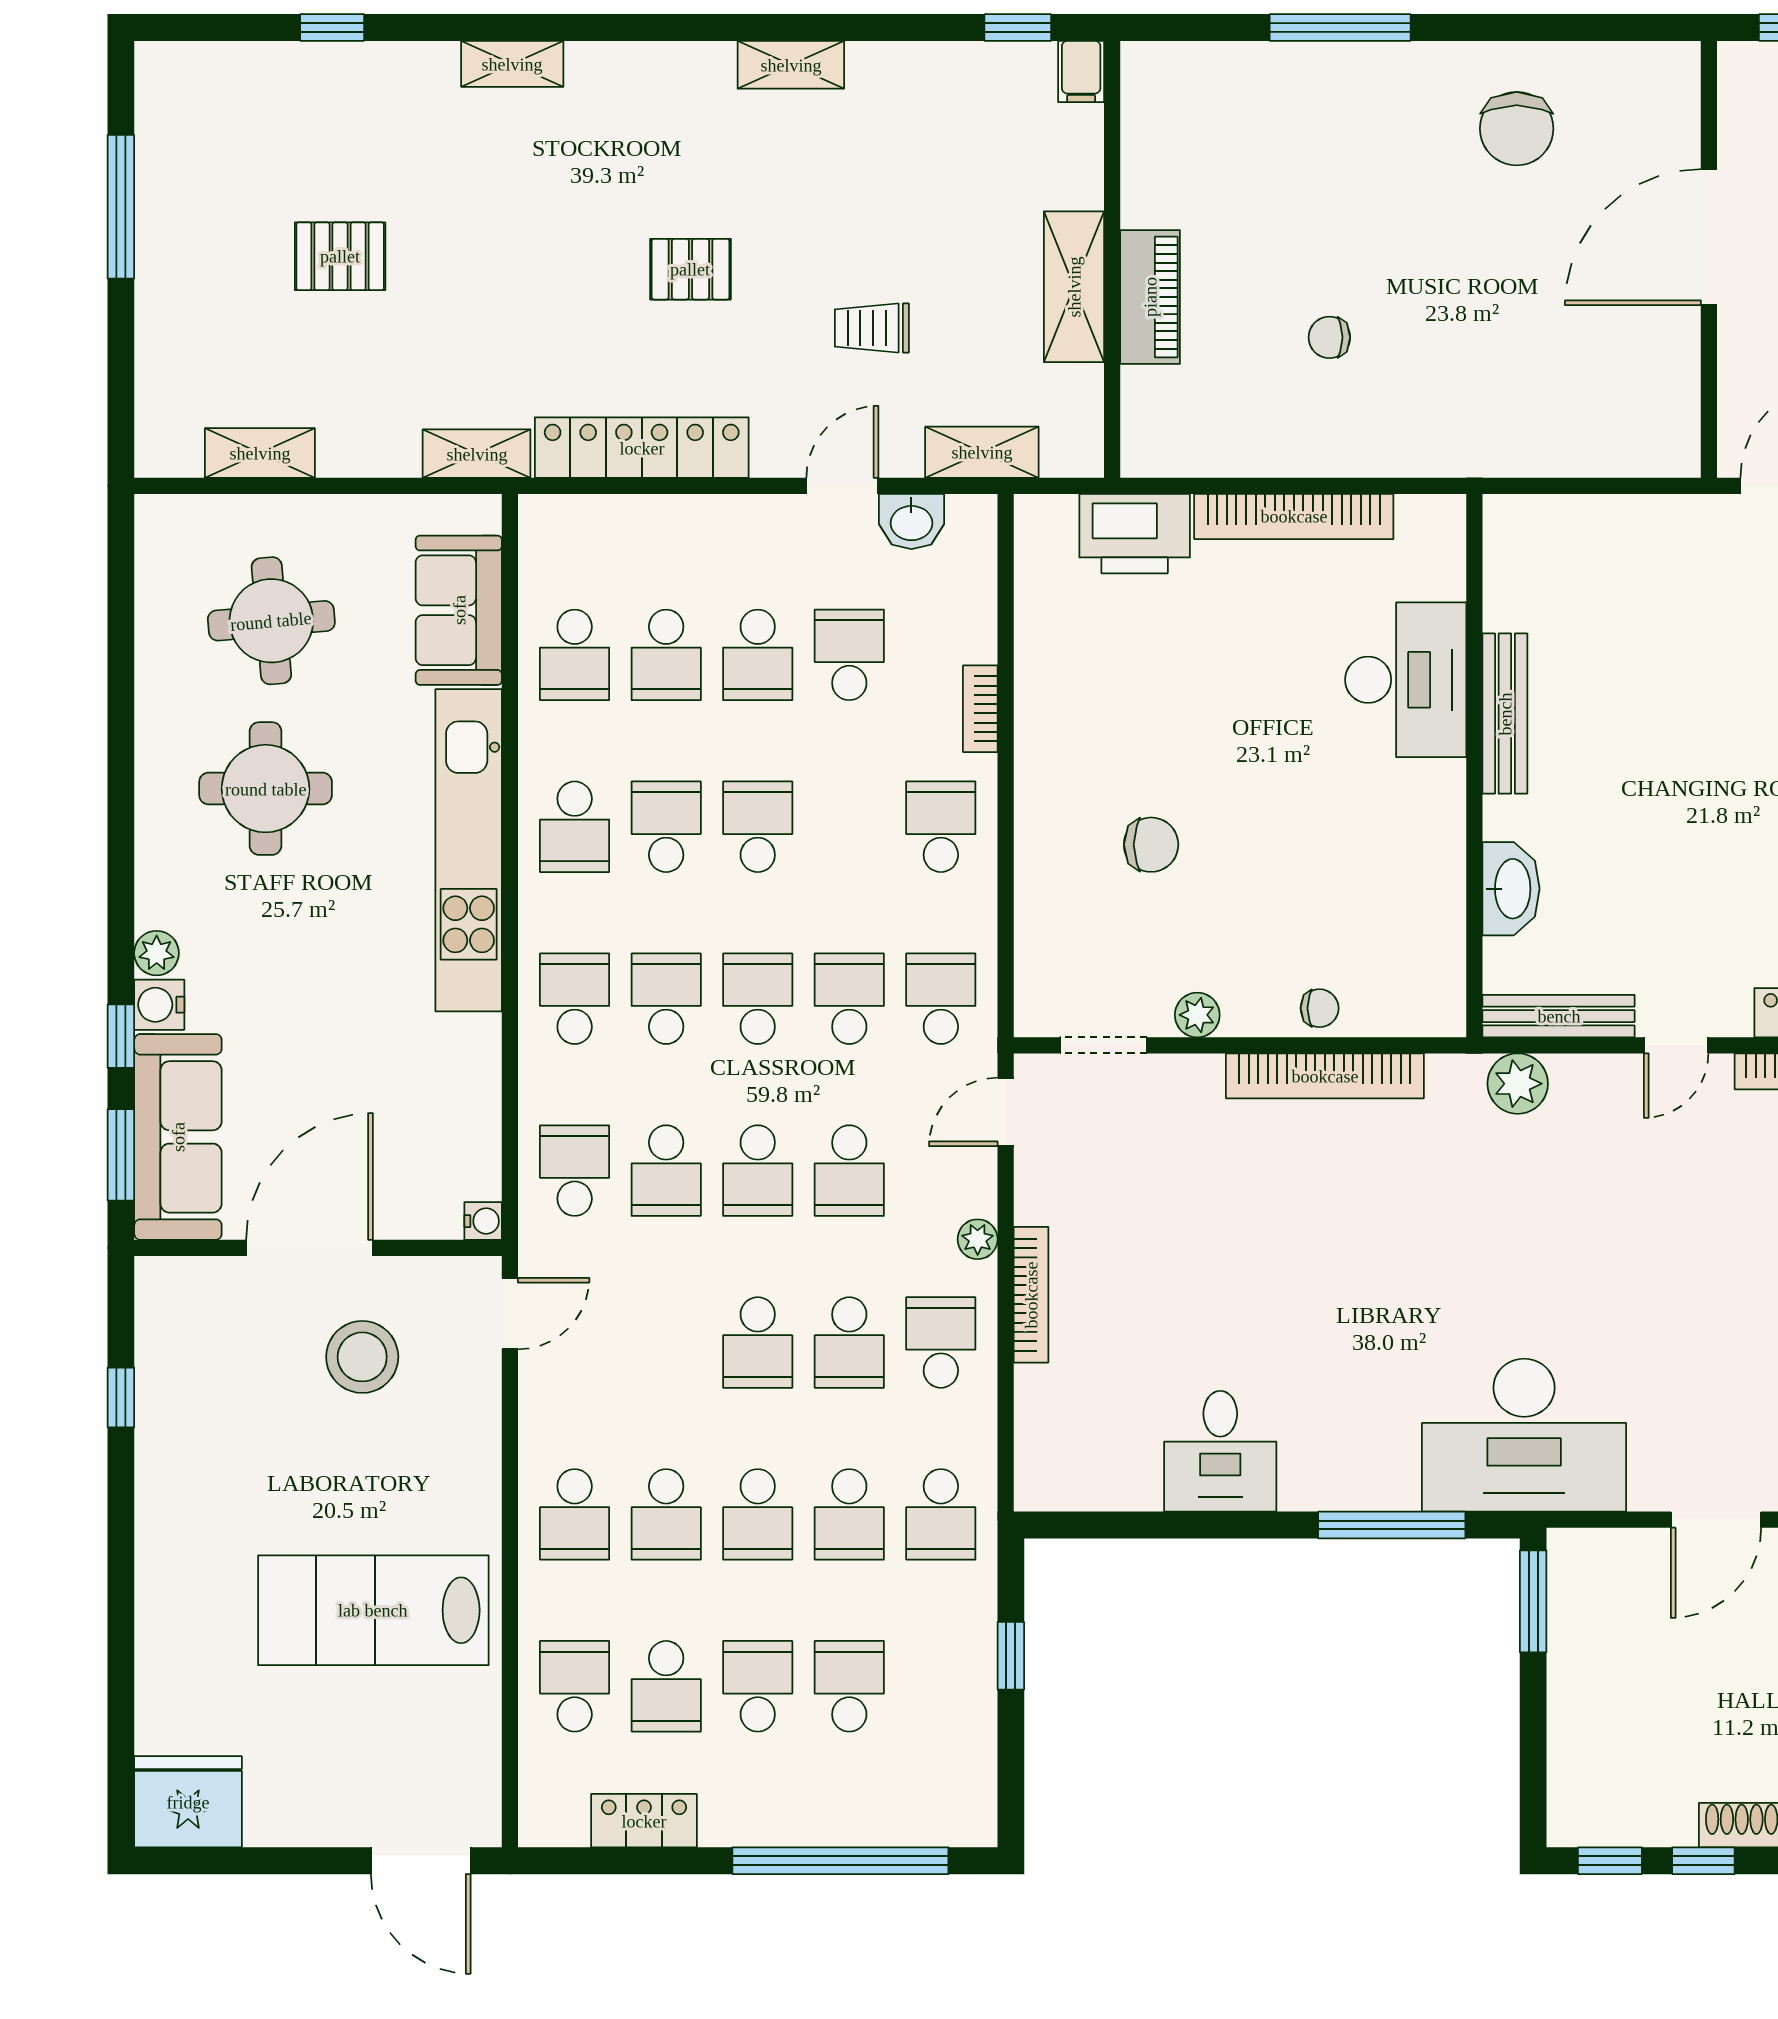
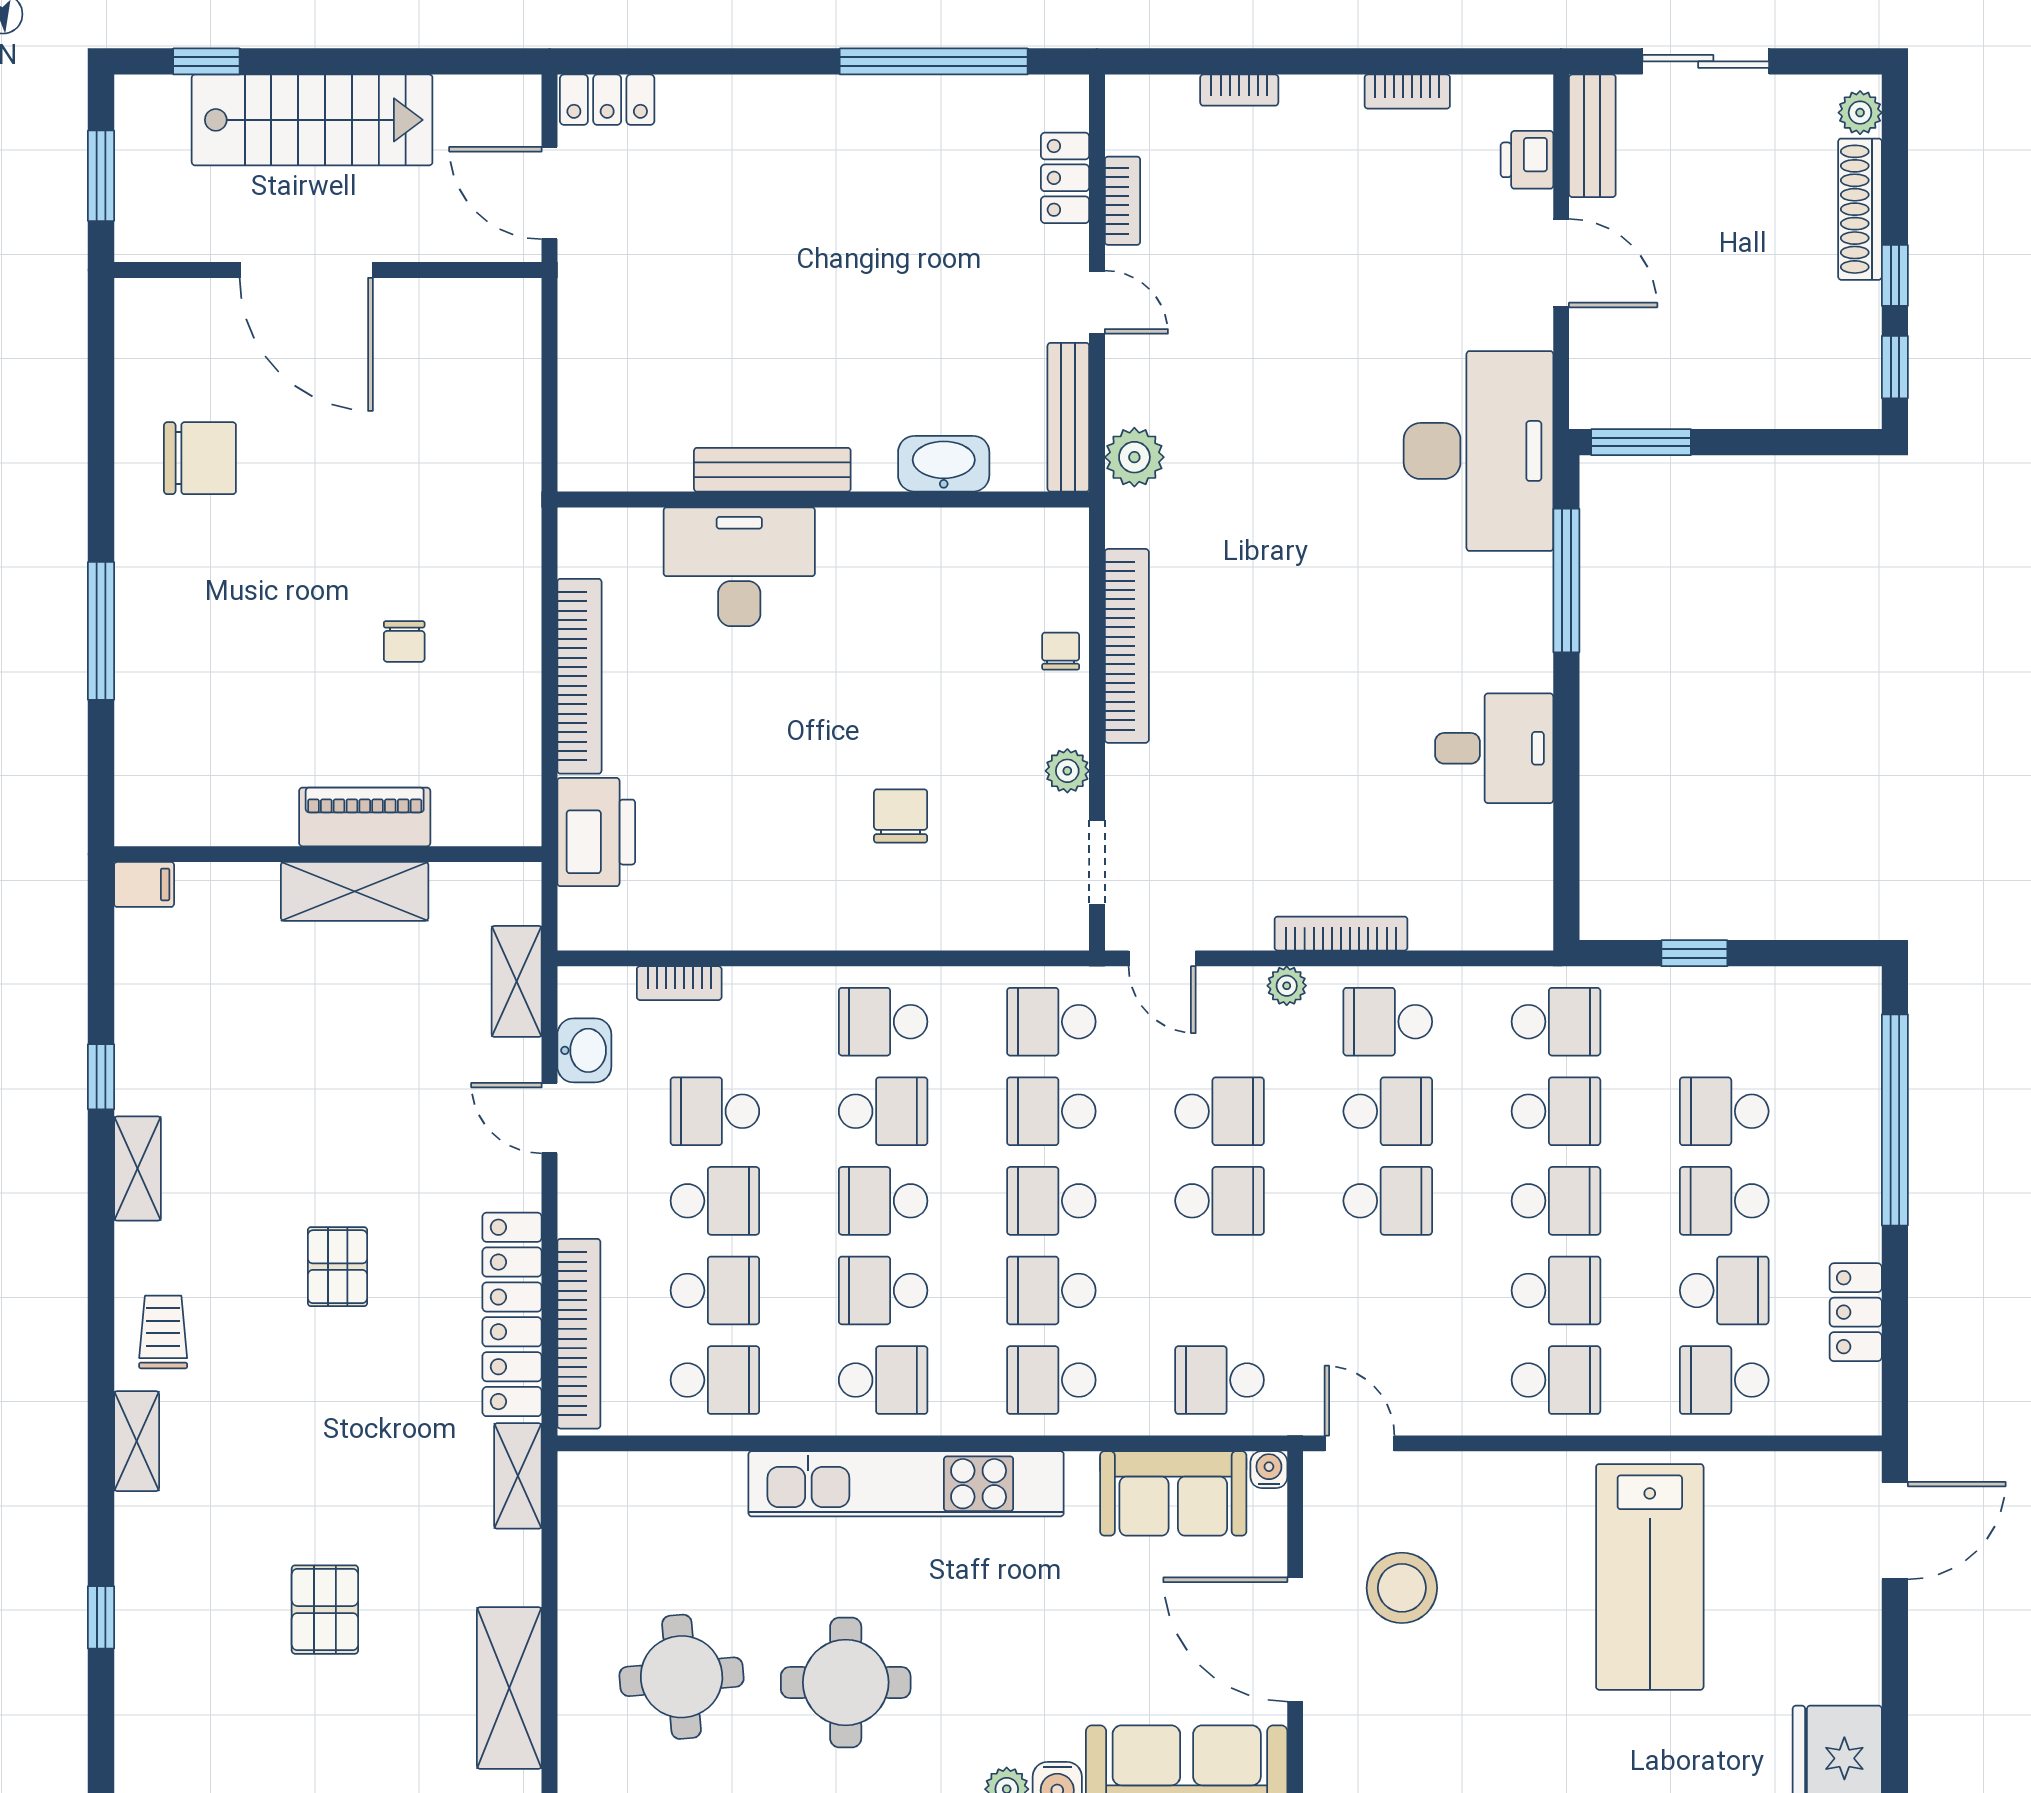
window: (1018, 27) -> (101, 1077), moved
trolley: (872, 328) -> (163, 1332), moved, turned 180
shelving: (260, 453) -> (509, 1688), width x1.50, depth x1.33
bookcase: (622, 516) -> (579, 1334), added
sofa: (459, 610) -> (1173, 1493), moved
bookcase: (980, 709) -> (679, 983), moved
school desk: (666, 1171) -> (883, 1111), moved

